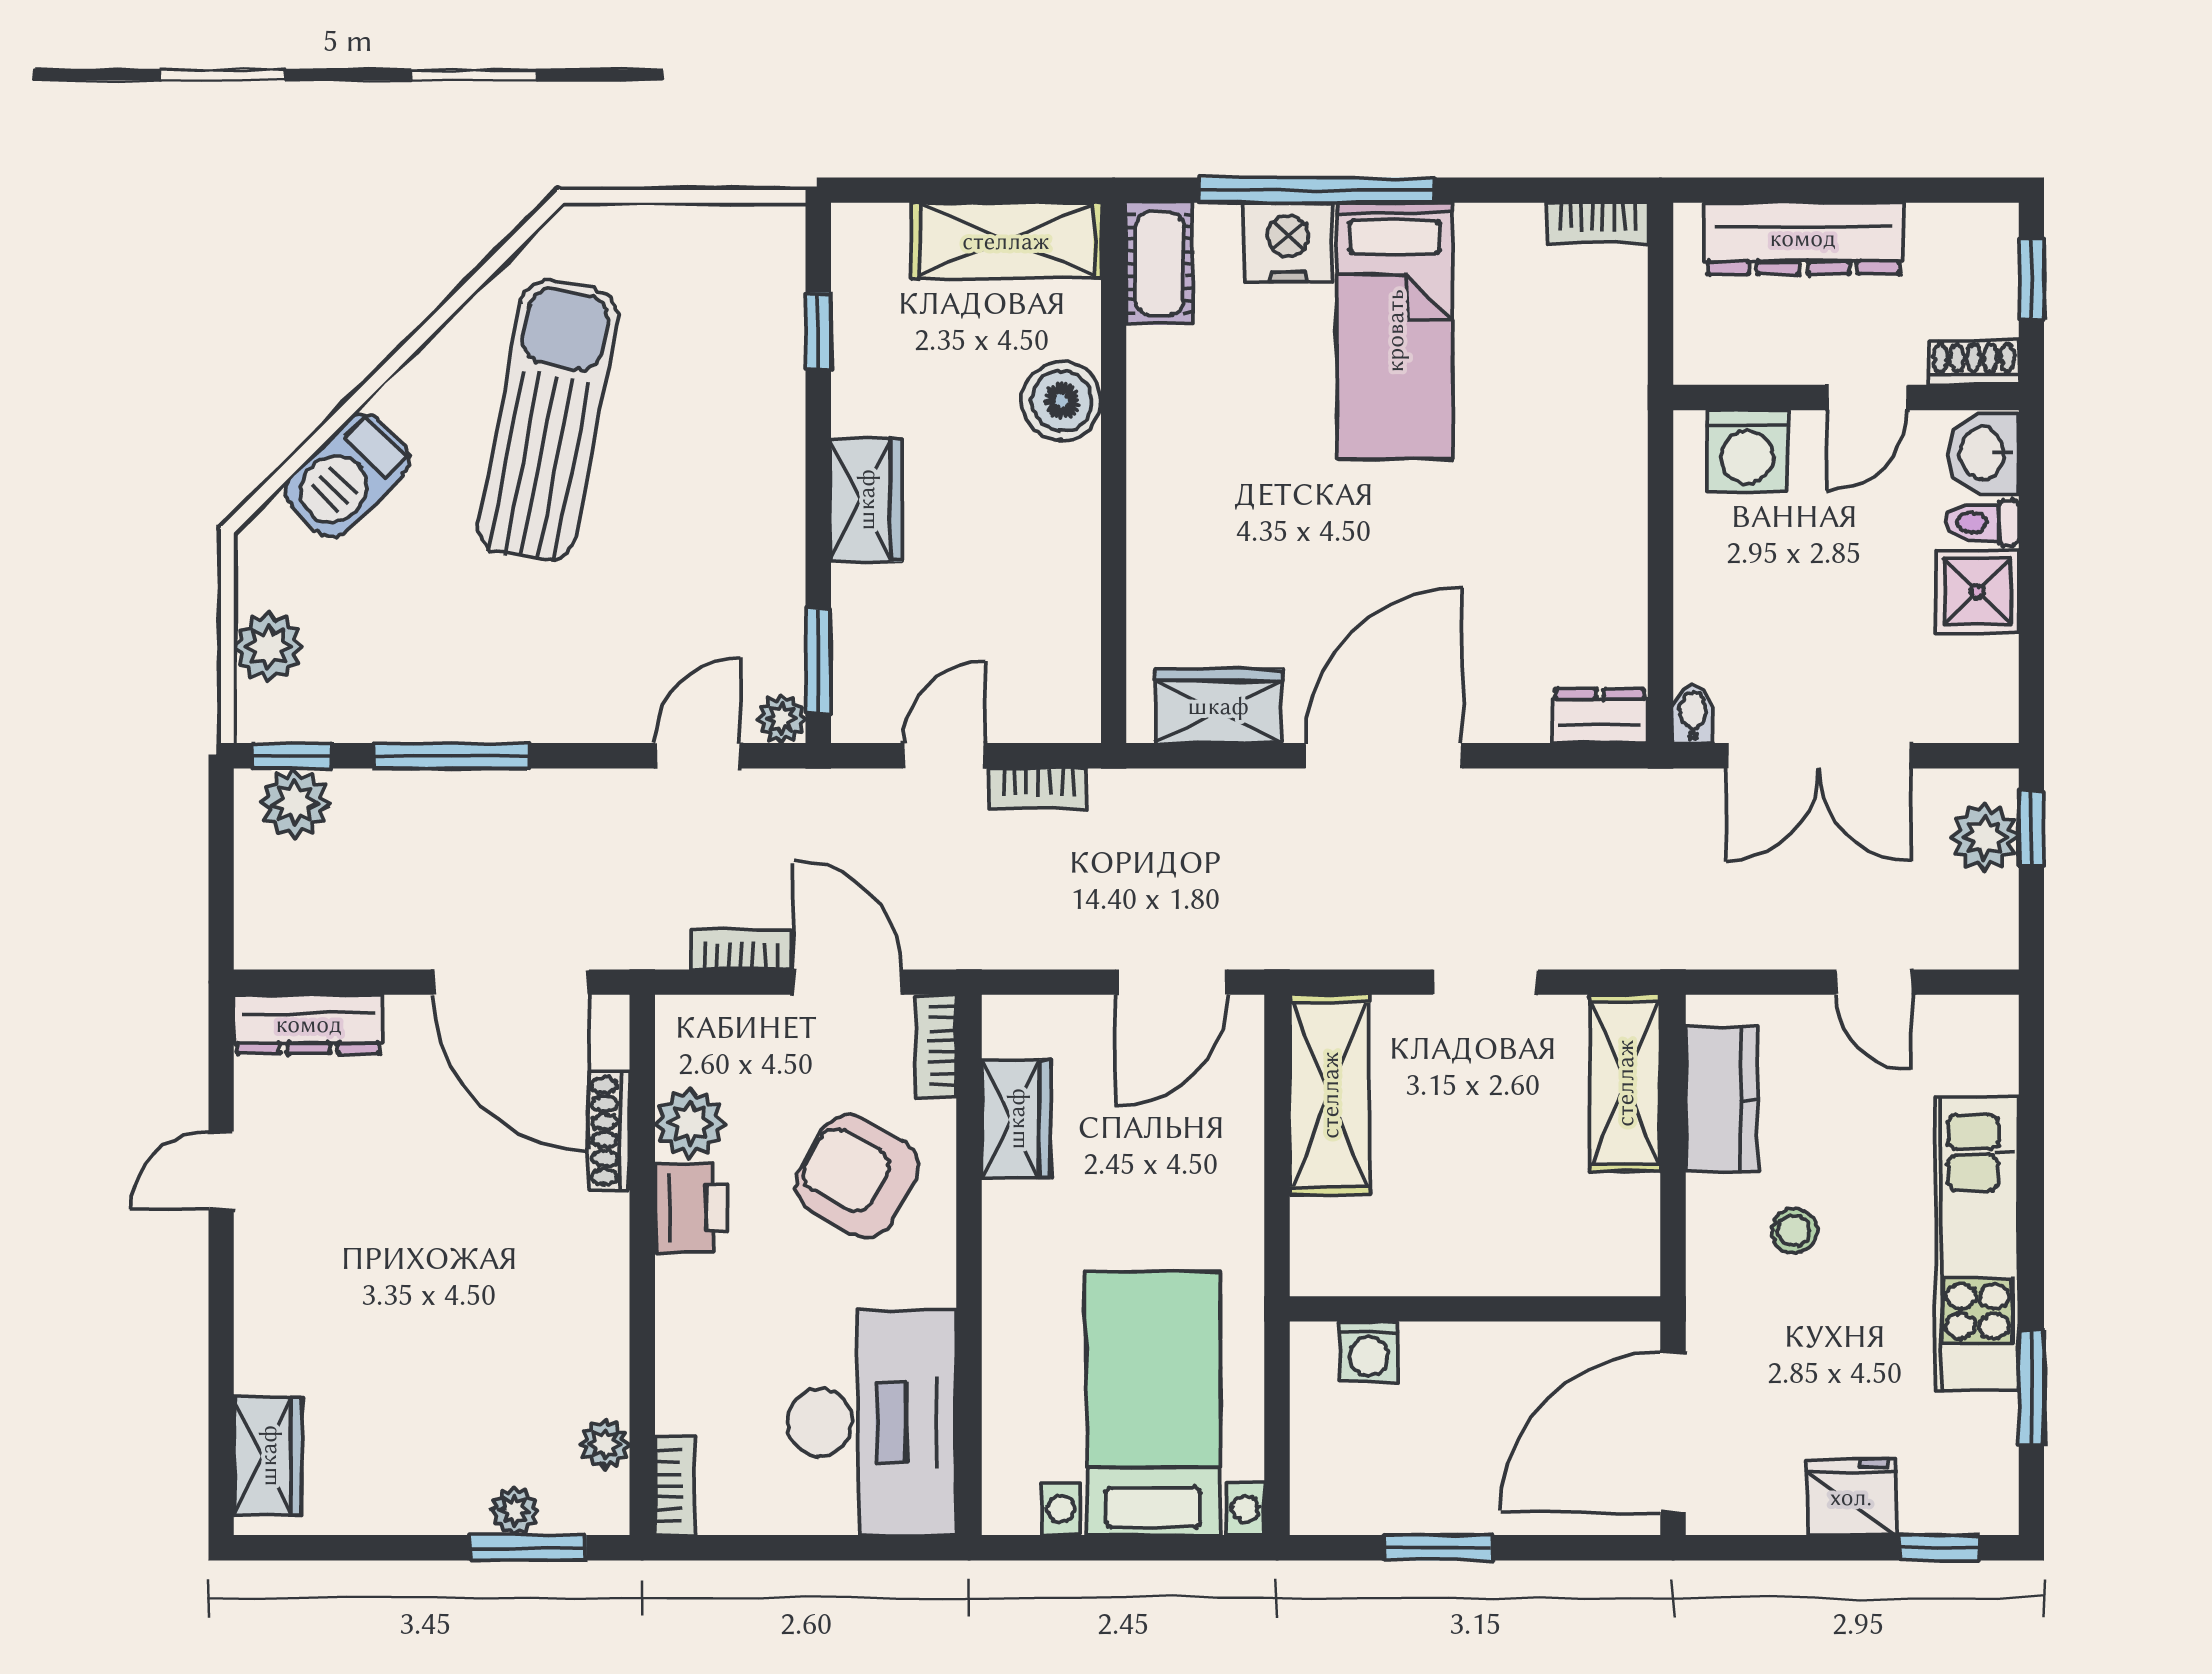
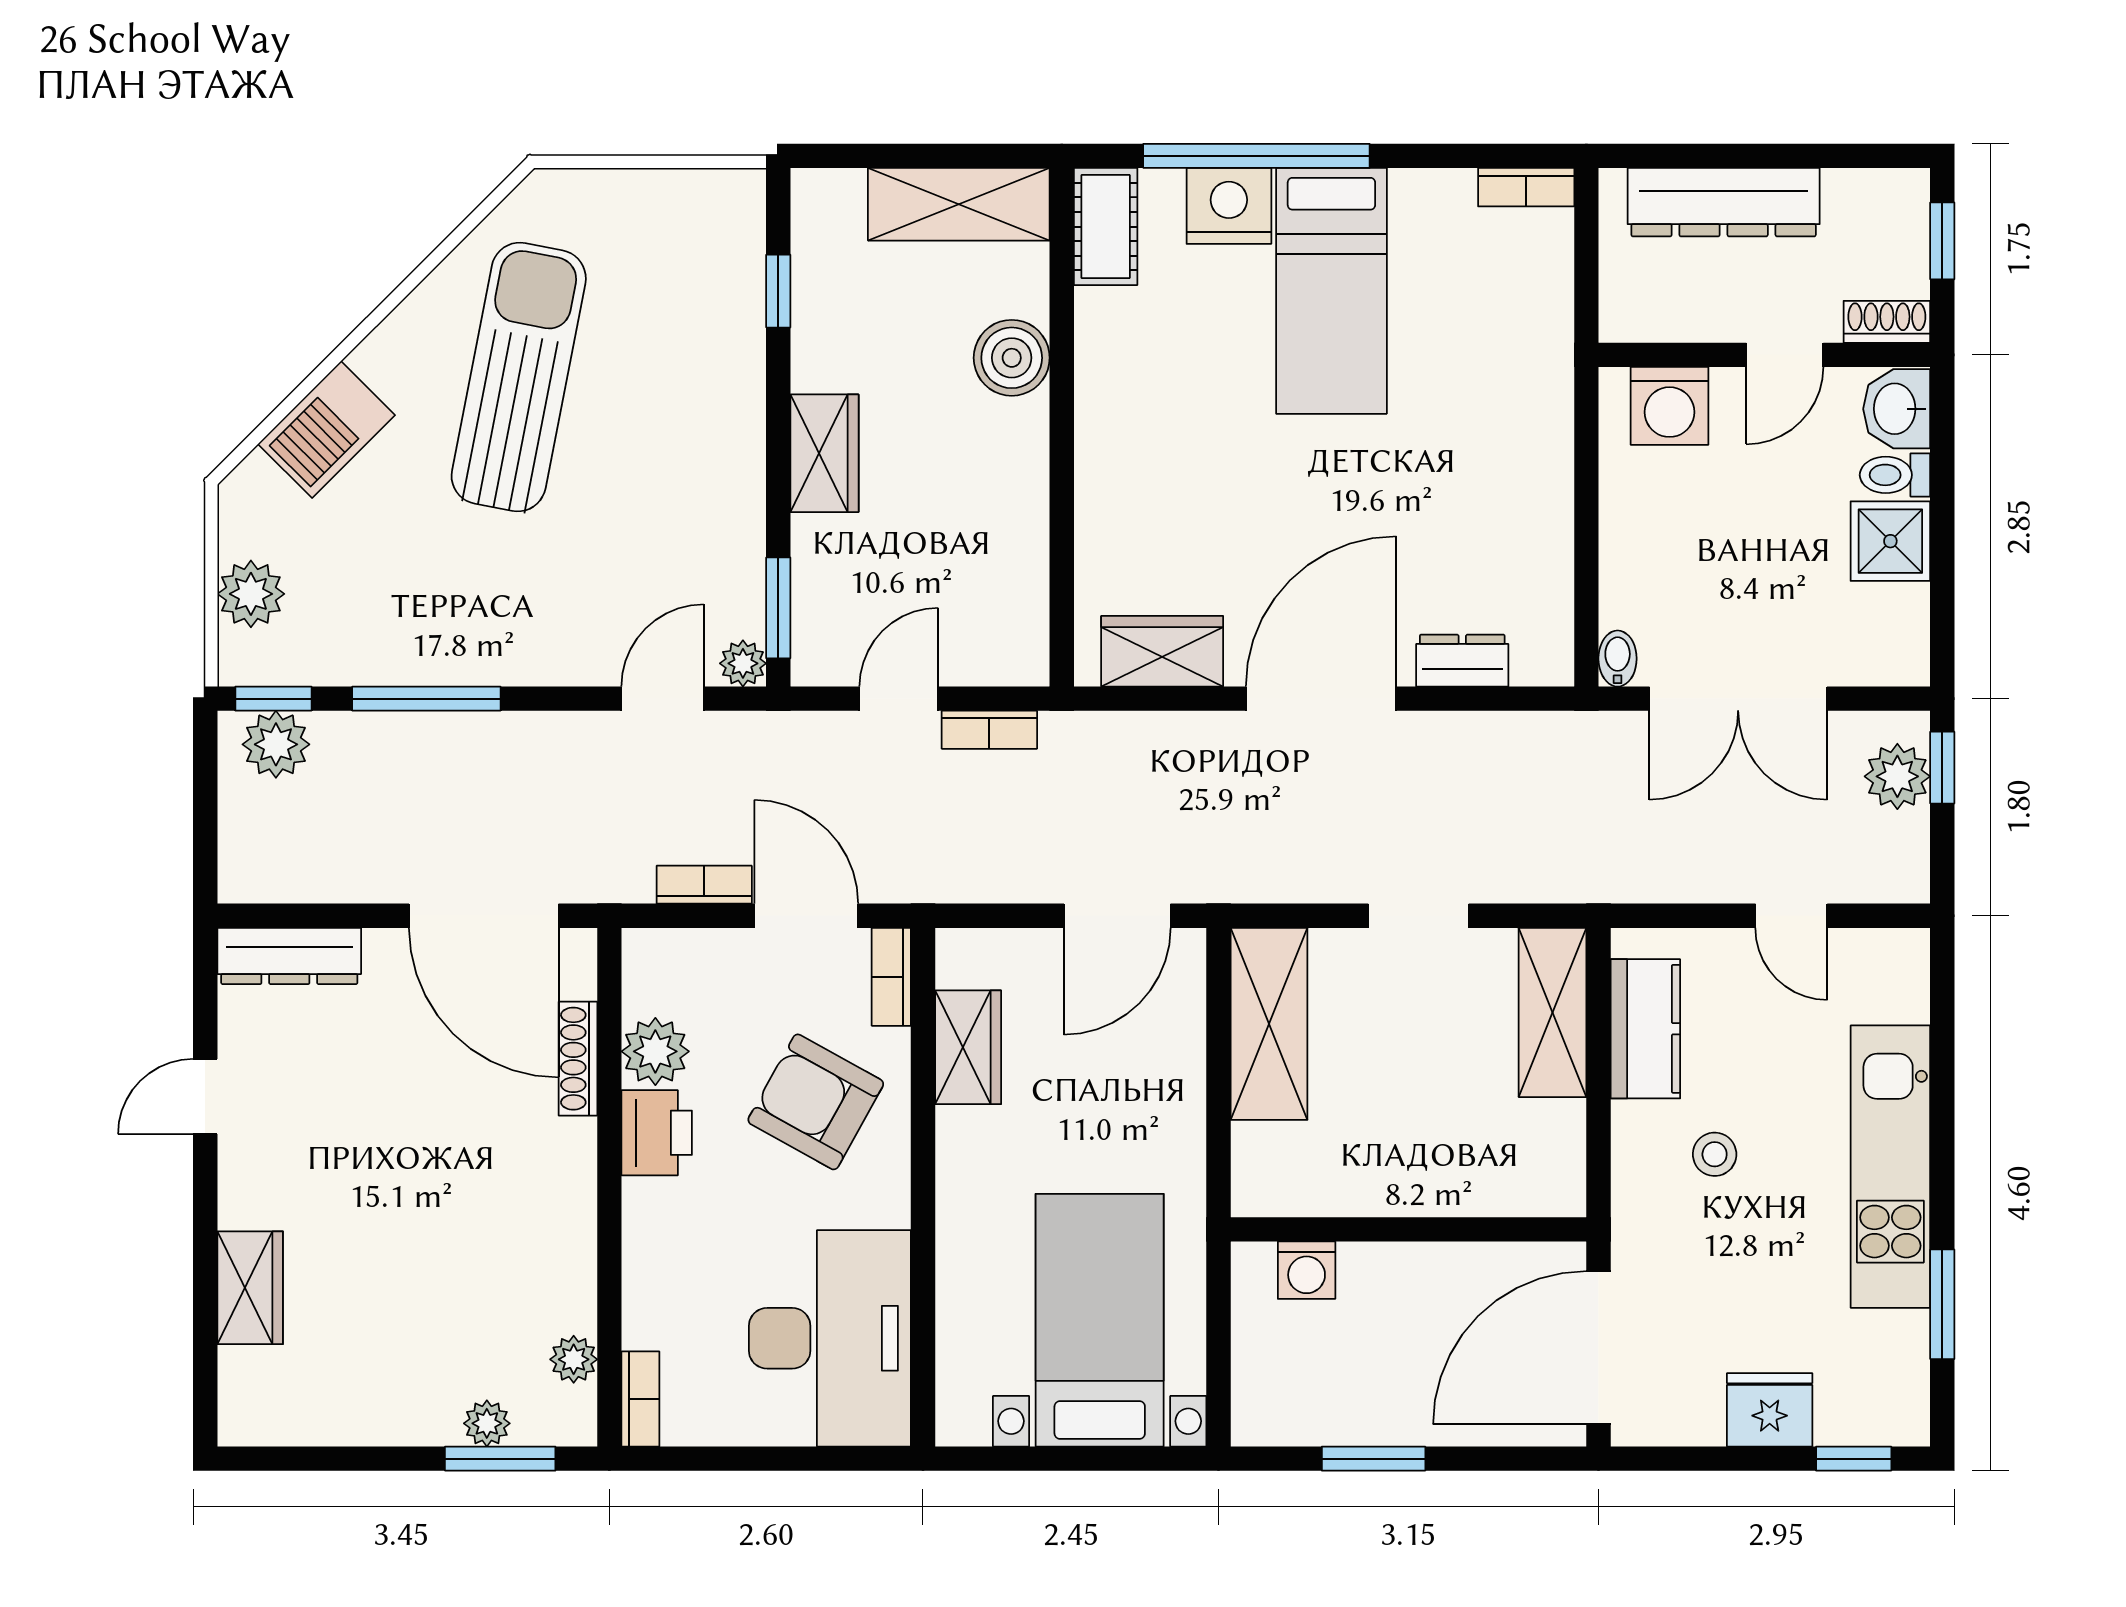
dresser: (1600, 716) -> (1462, 661), moved
wardrobe: (268, 1456) -> (250, 1288), moved

